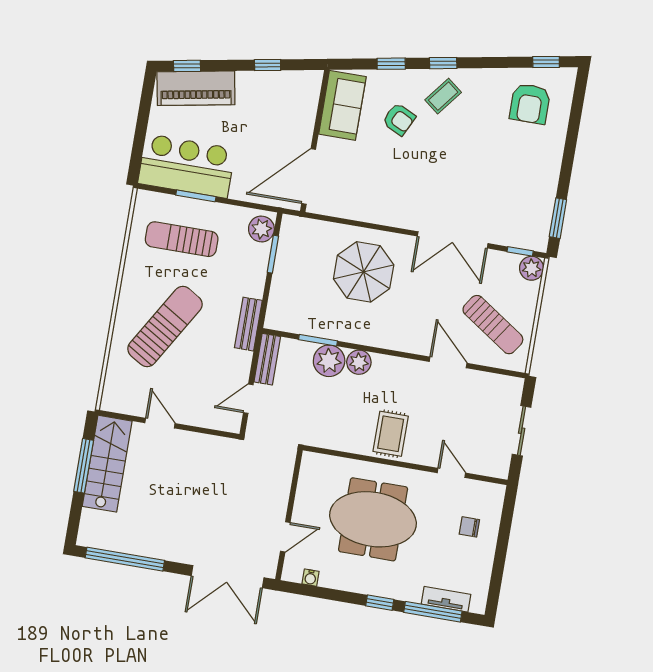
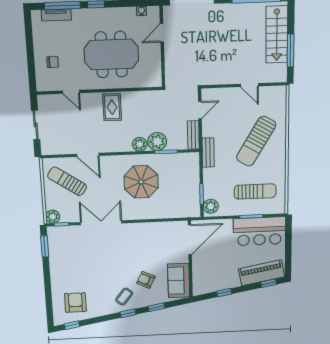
parasol: (364, 272) -> (141, 182), moved
stairs: (107, 464) -> (277, 34), moved

